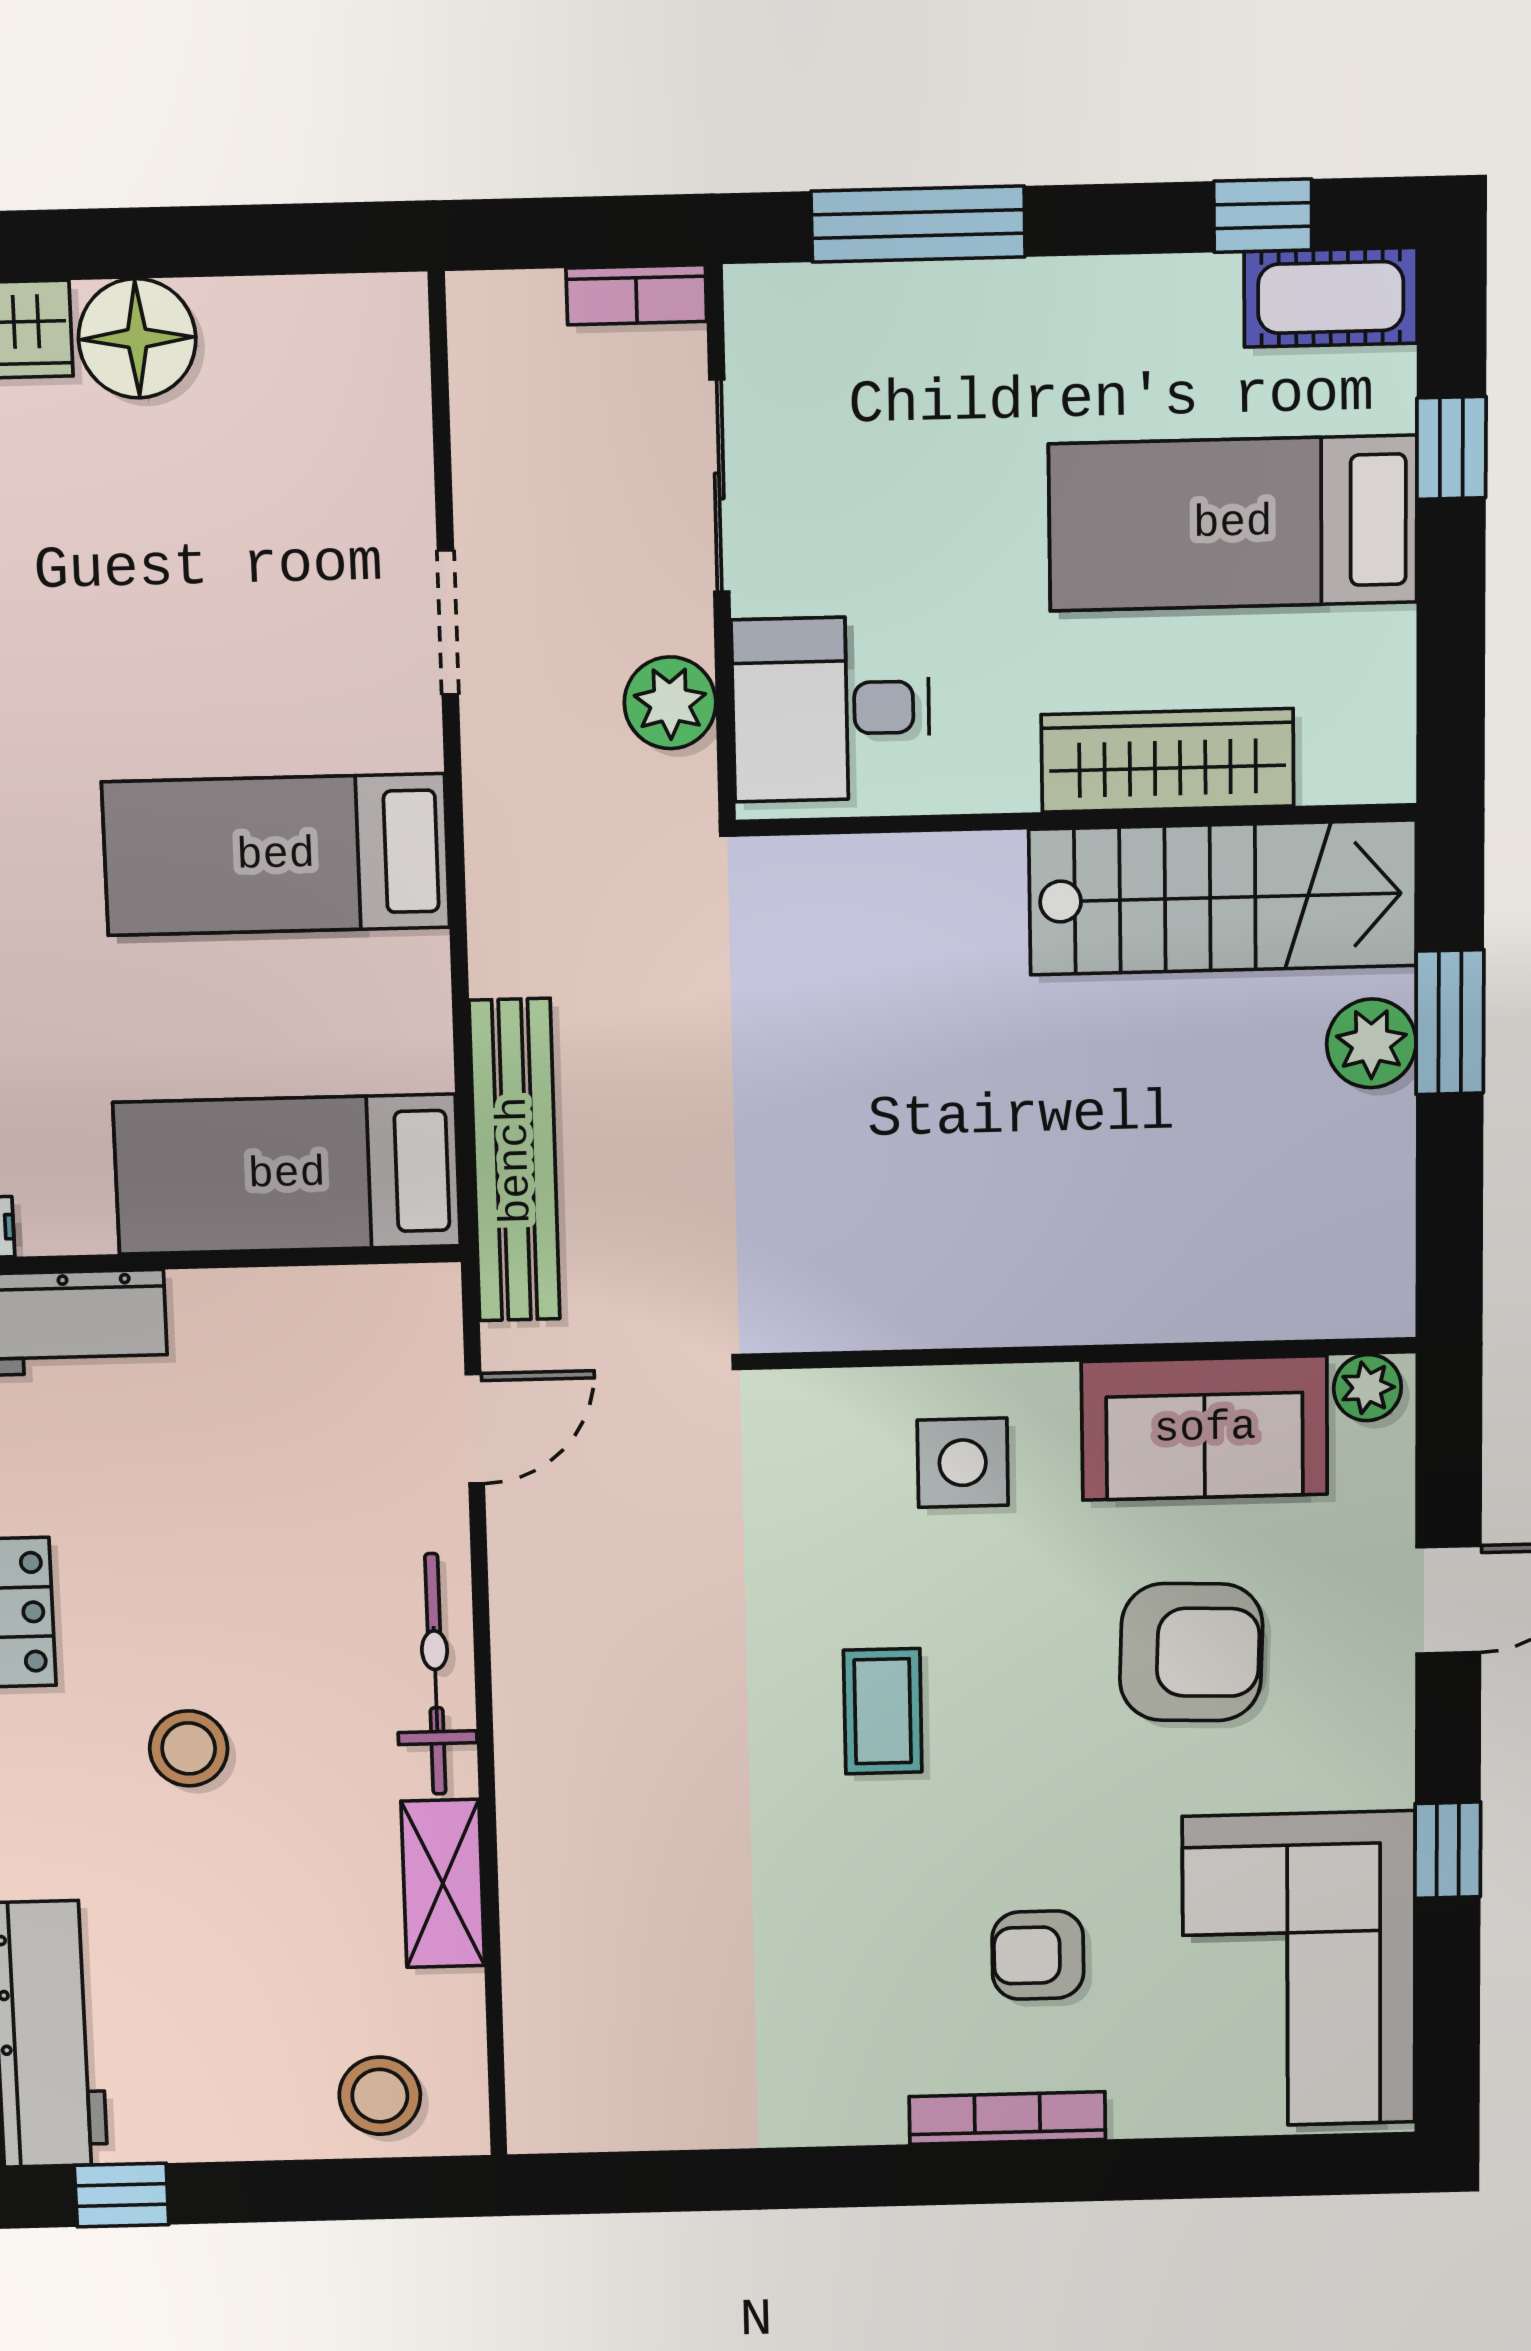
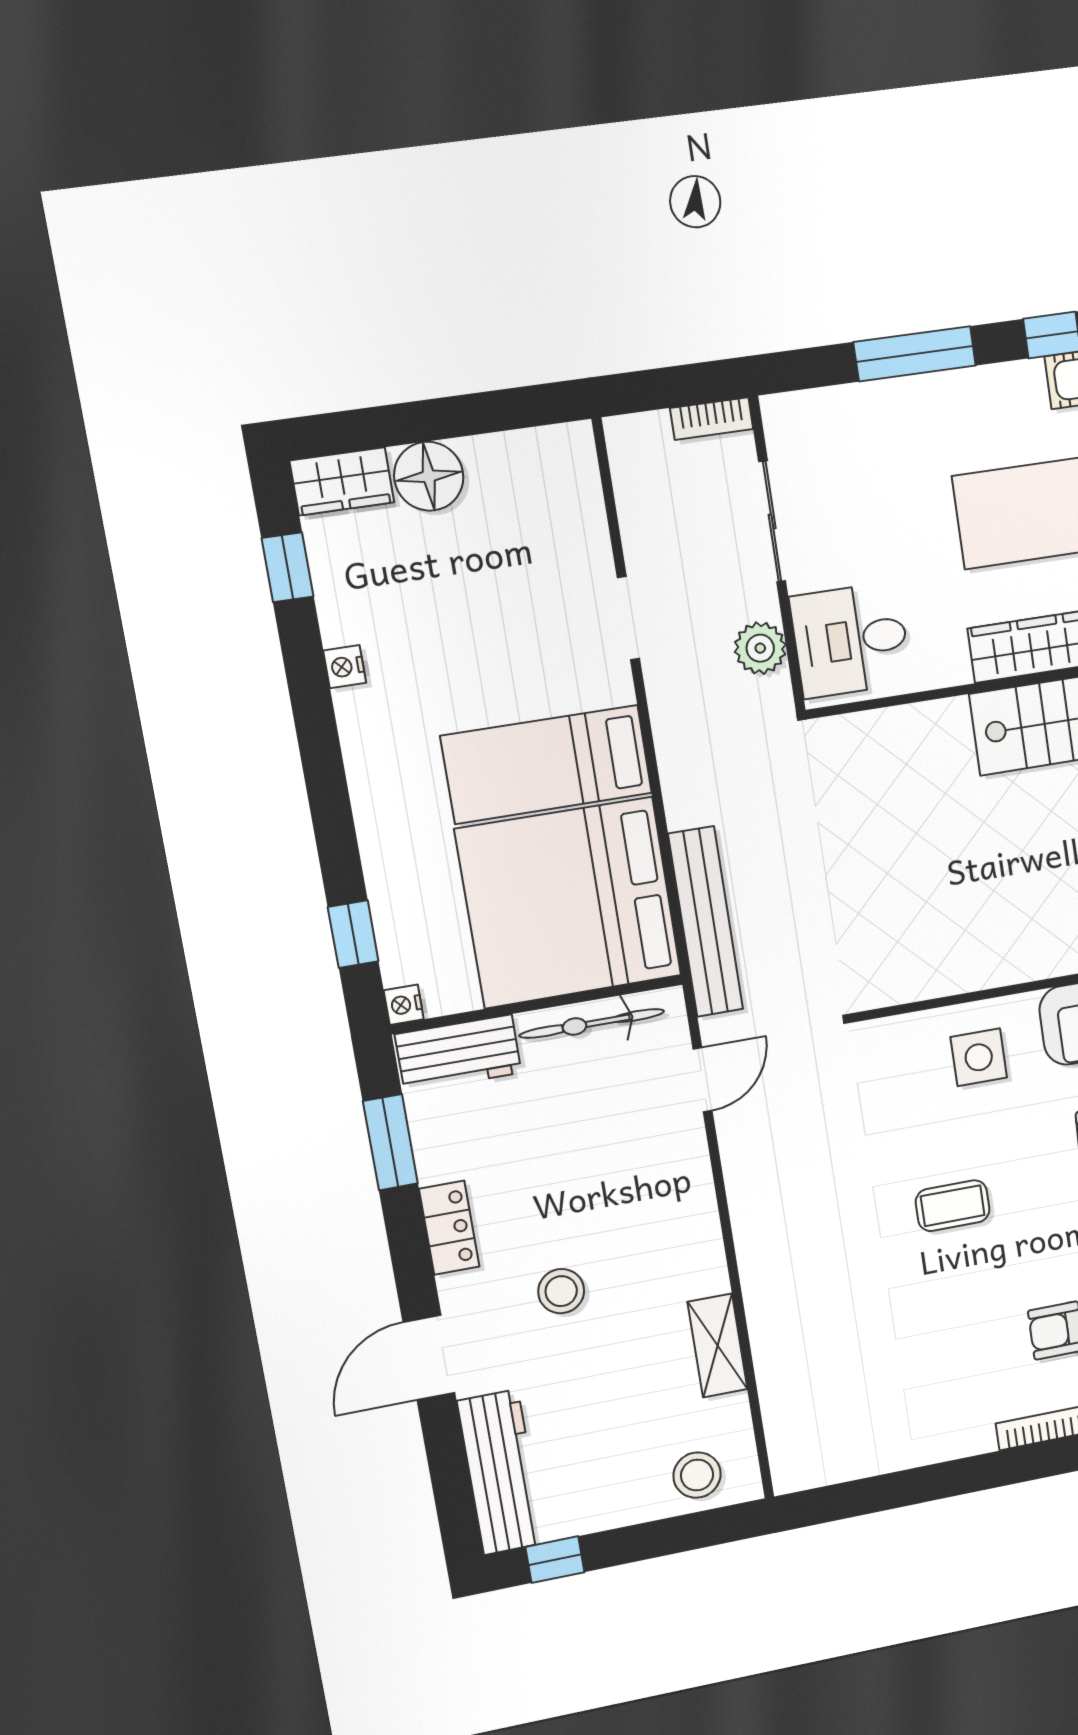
window: (918, 224) -> (915, 354), moved
bed: (287, 1174) -> (569, 903), width x2.04
bicycle: (435, 1674) -> (592, 1023), moved, turned -90
coffee table: (883, 1711) -> (953, 1206), turned 90

